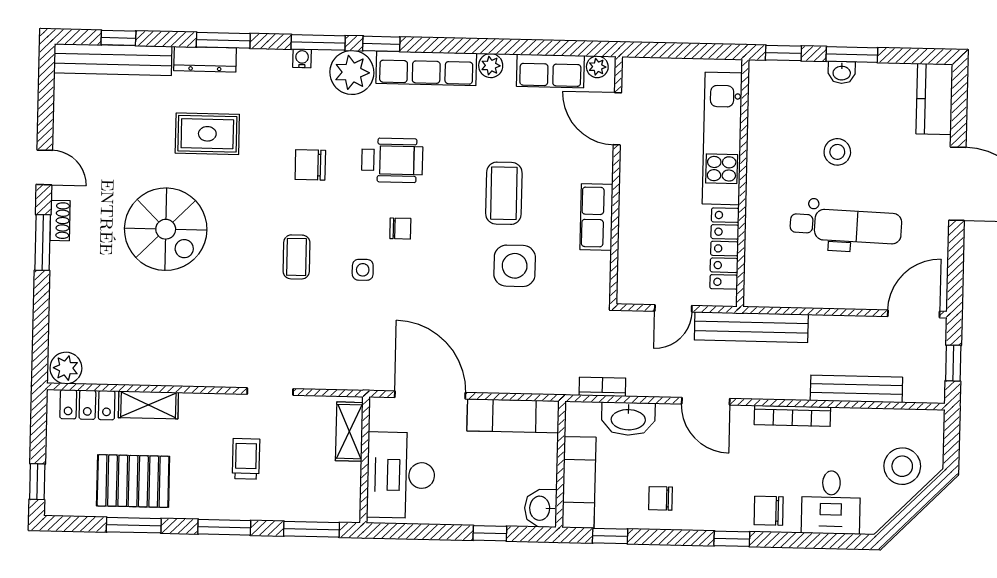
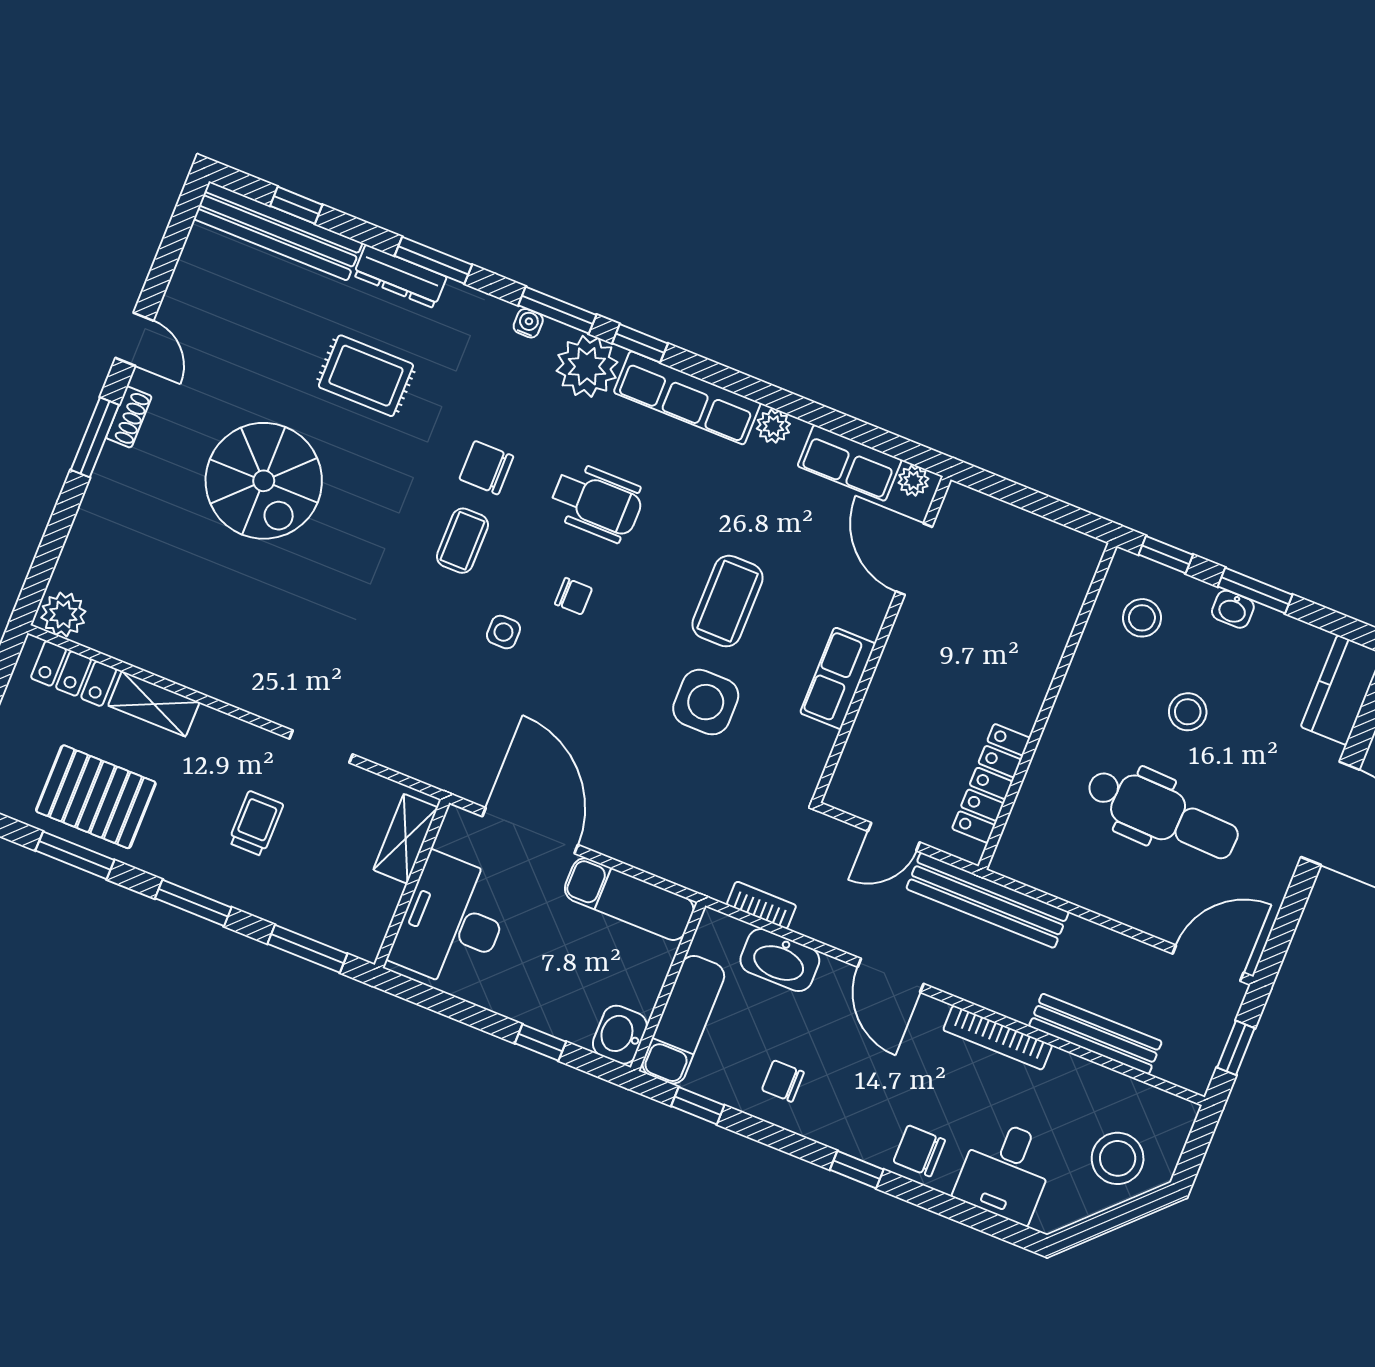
stool: (783, 101) -> (1142, 618), added
kitchen unit: (722, 138) -> (1043, 637), removed
coffee table: (296, 257) -> (462, 541), moved

